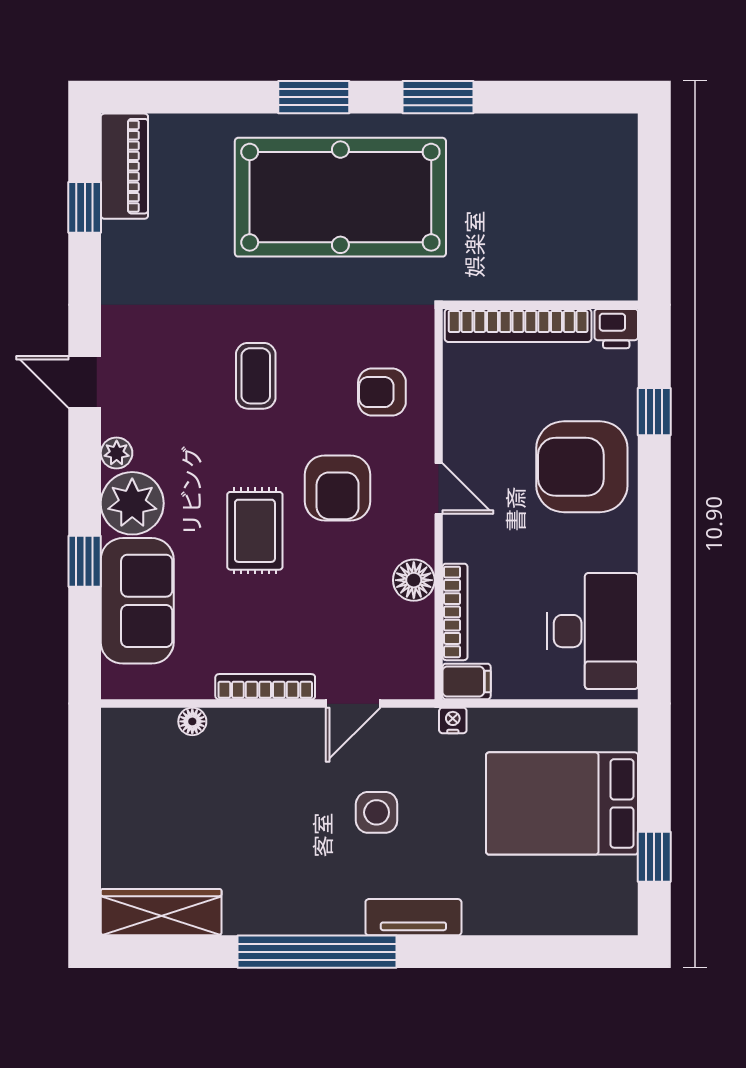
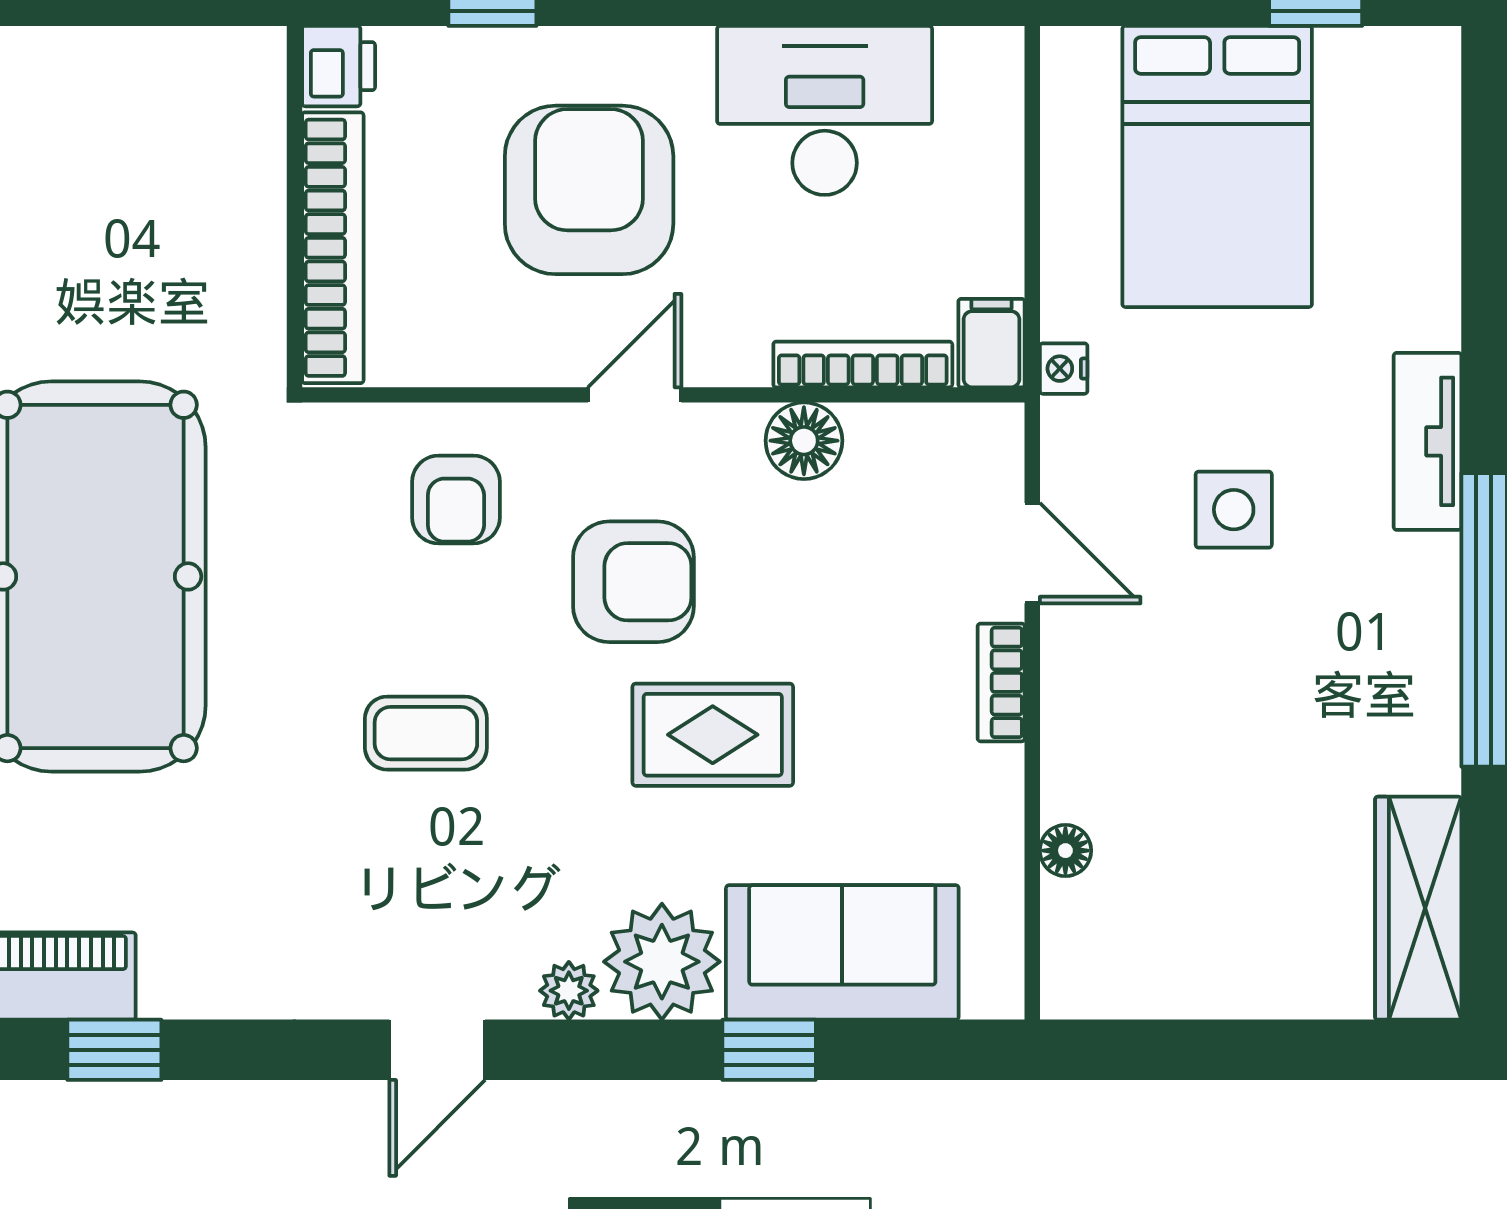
armchair: (582, 467) -> (589, 190), moved, turned 180
desk: (592, 631) -> (825, 110), moved
bookcase: (265, 687) -> (1001, 682), width x0.64

